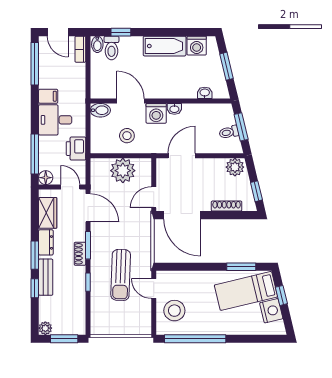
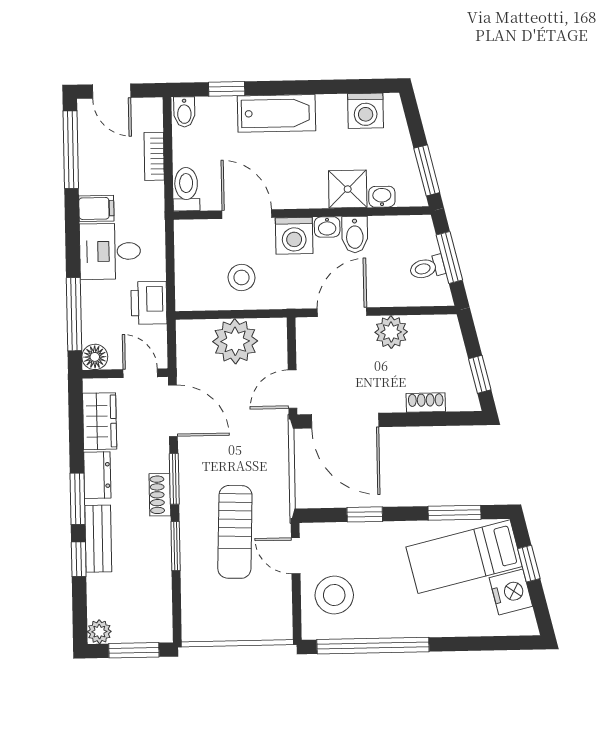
bathtub: (165, 46) -> (277, 113), moved
toilet: (112, 48) -> (186, 189), moved, turned 180
bookcase: (80, 49) -> (154, 156), moved
window: (227, 66) -> (427, 170), moved
shower: (186, 88) -> (348, 189), added
bidet: (100, 110) -> (355, 235), moved, turned 90
plant: (235, 167) -> (391, 332), moved
shoe rack: (227, 206) -> (426, 403), width x0.70
window: (192, 267) -> (365, 514), added
window: (88, 282) -> (176, 546), width x1.50

